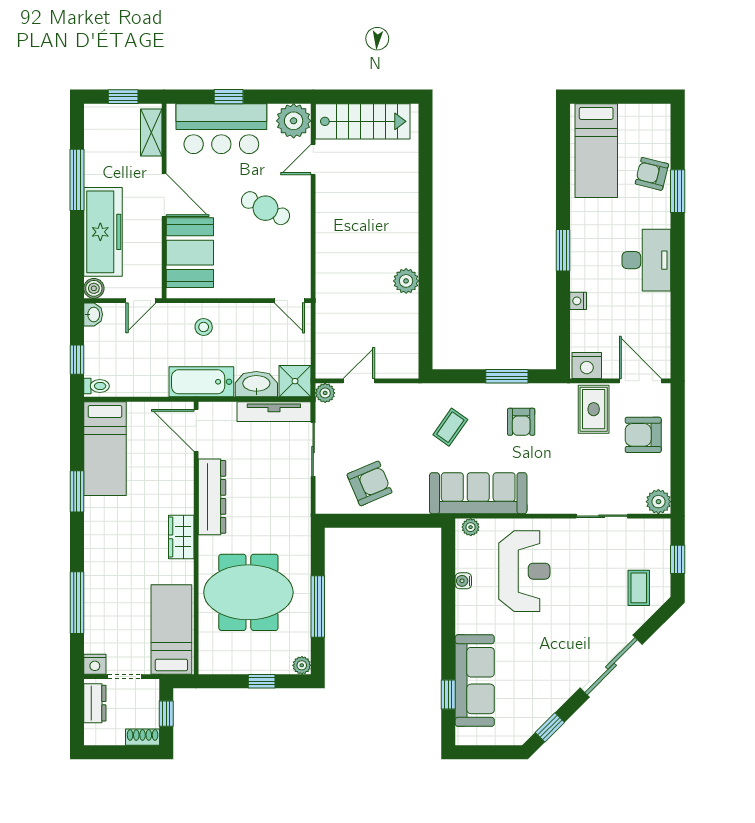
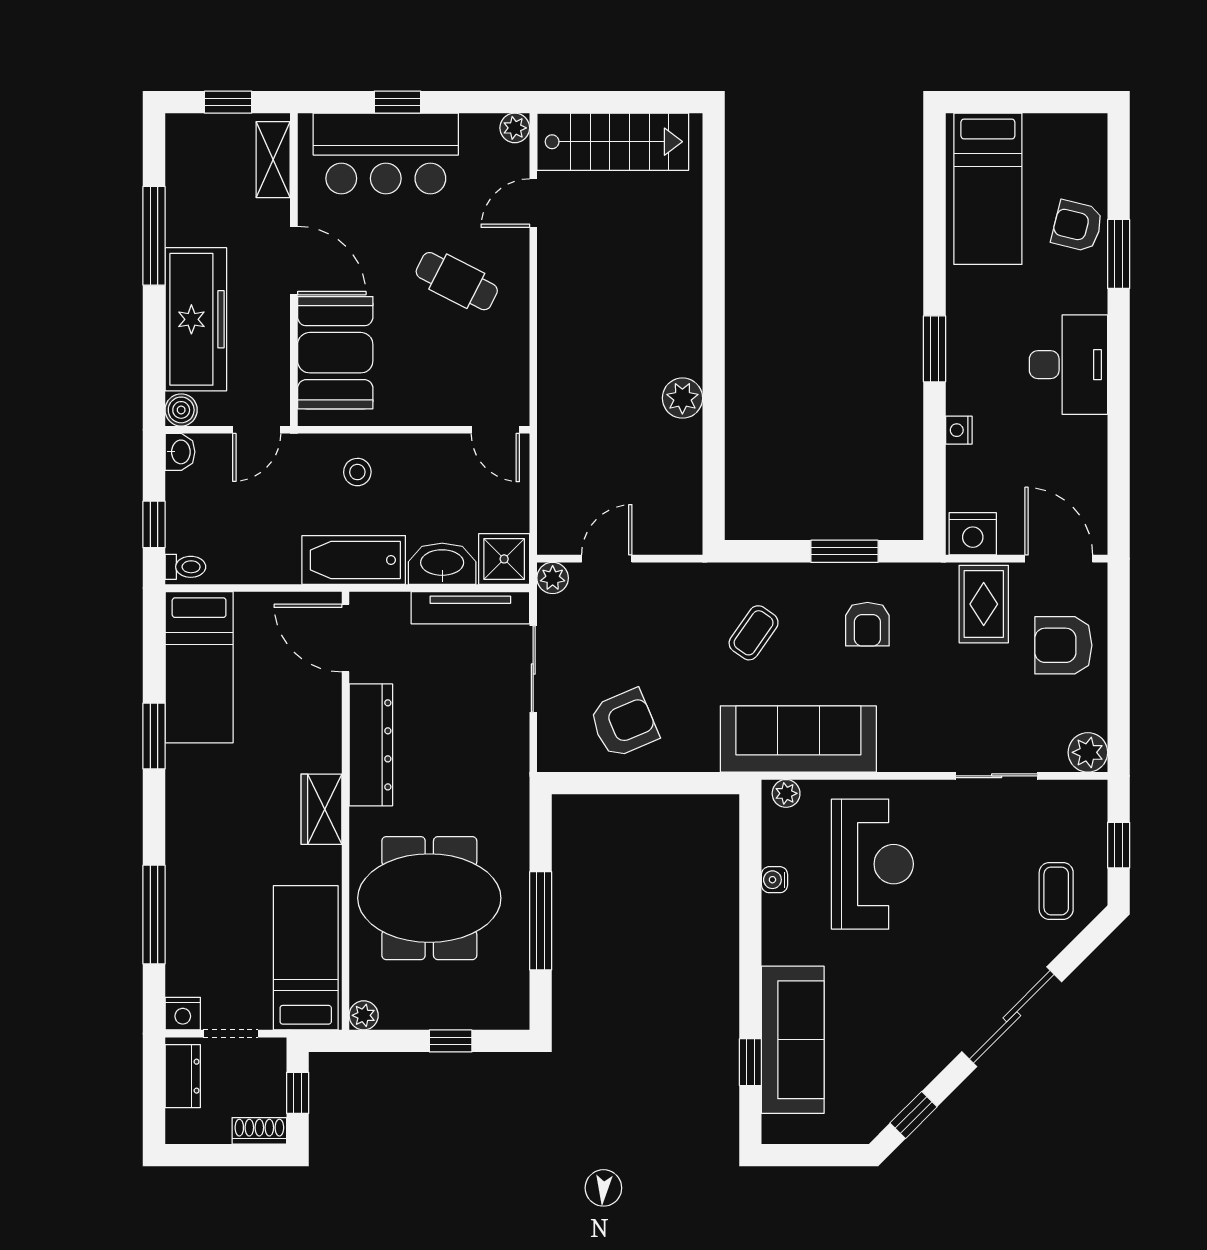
plant: (294, 121) -> (515, 128), width x0.53, depth x0.53
plant: (302, 665) -> (364, 1015), moved

